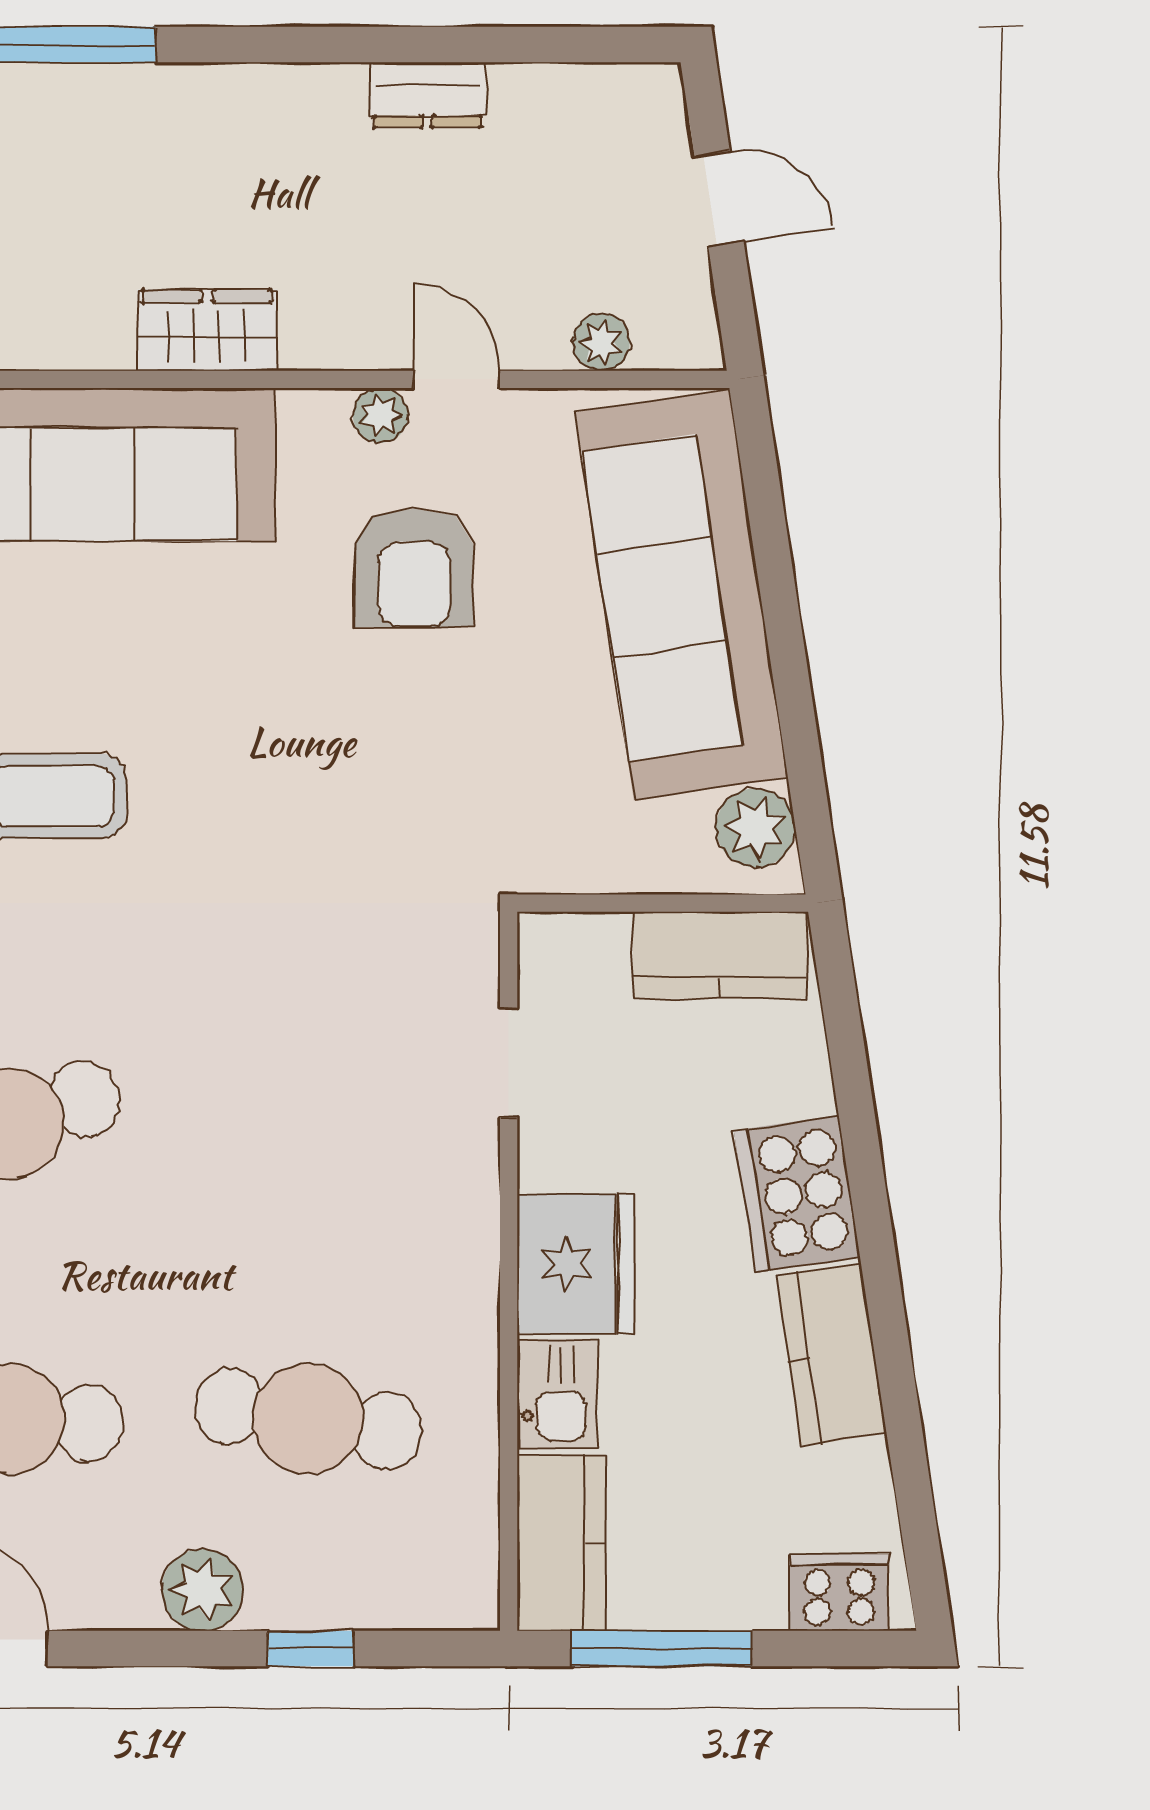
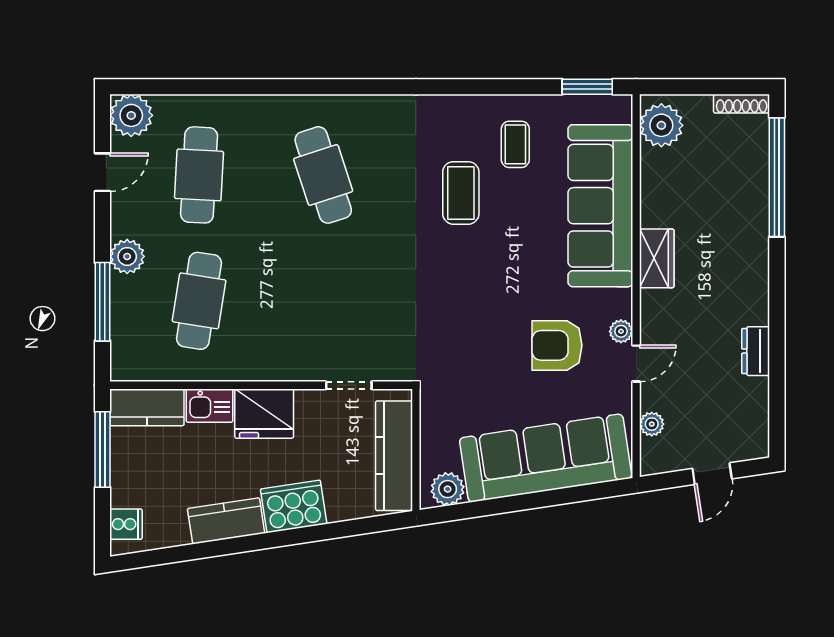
kitchen counter: (720, 955) -> (394, 456), width x1.50
cooker: (839, 1593) -> (126, 524), width x0.73
window: (310, 1648) -> (102, 302), width x2.17

